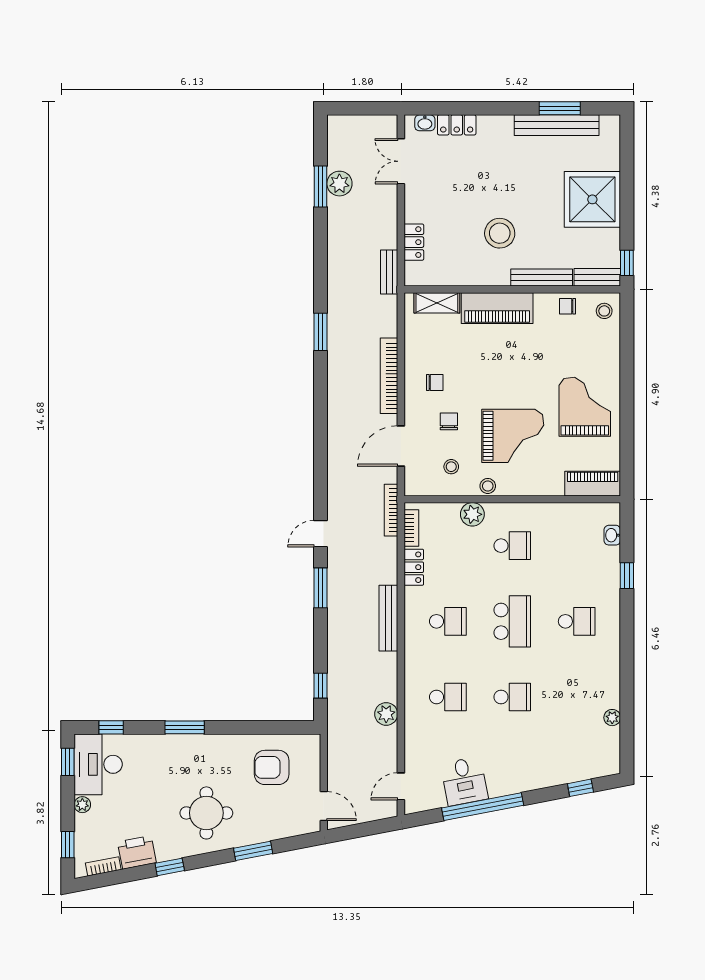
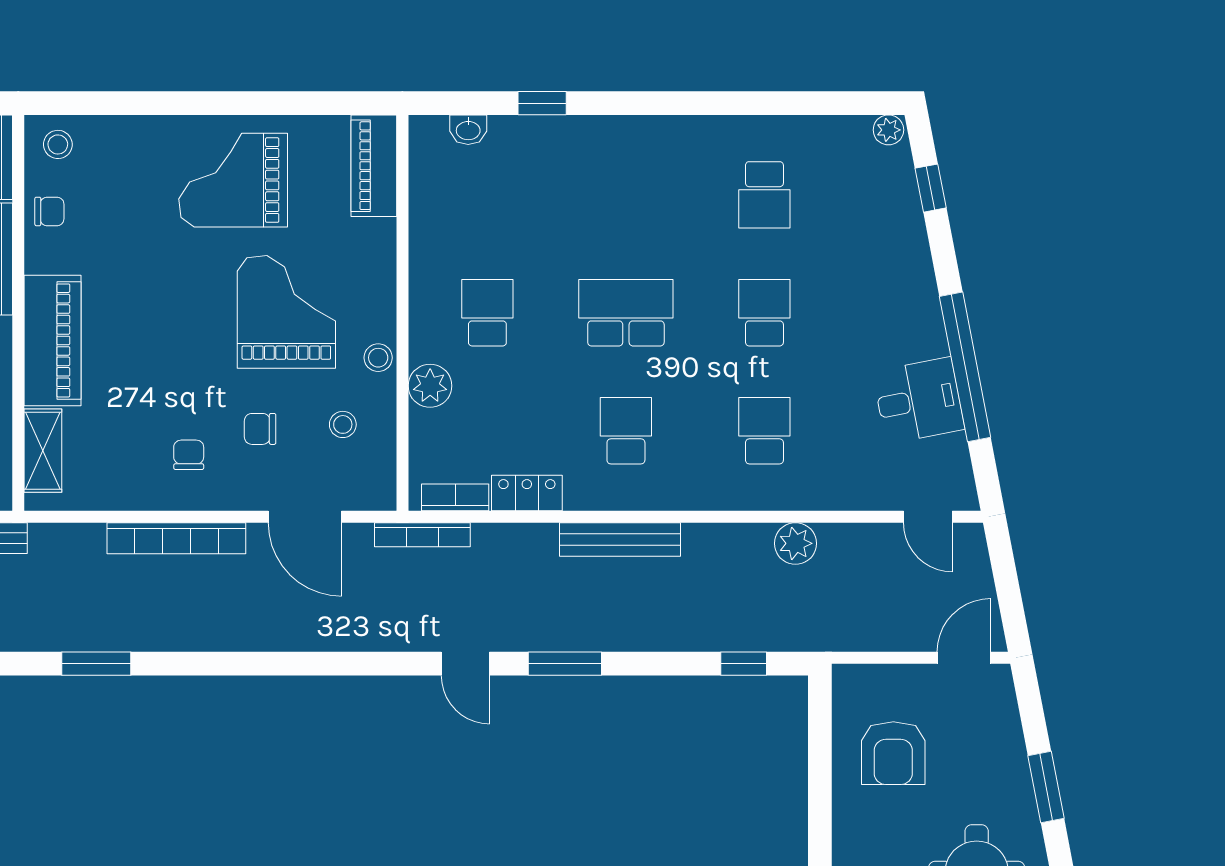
chair: (568, 306) -> (49, 211), turned -90
school desk: (577, 621) -> (764, 195), moved, turned 180
plant: (612, 718) -> (888, 130), moved

